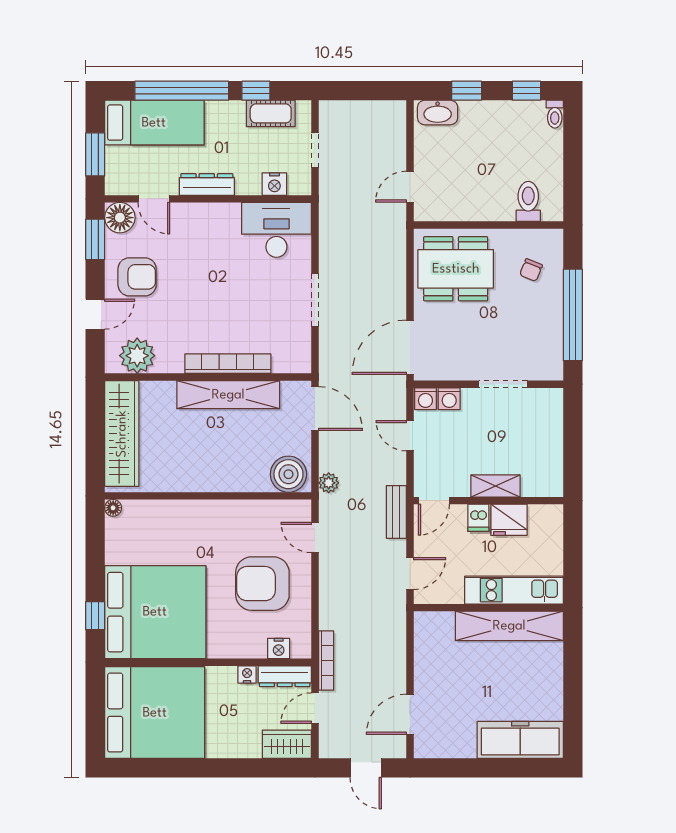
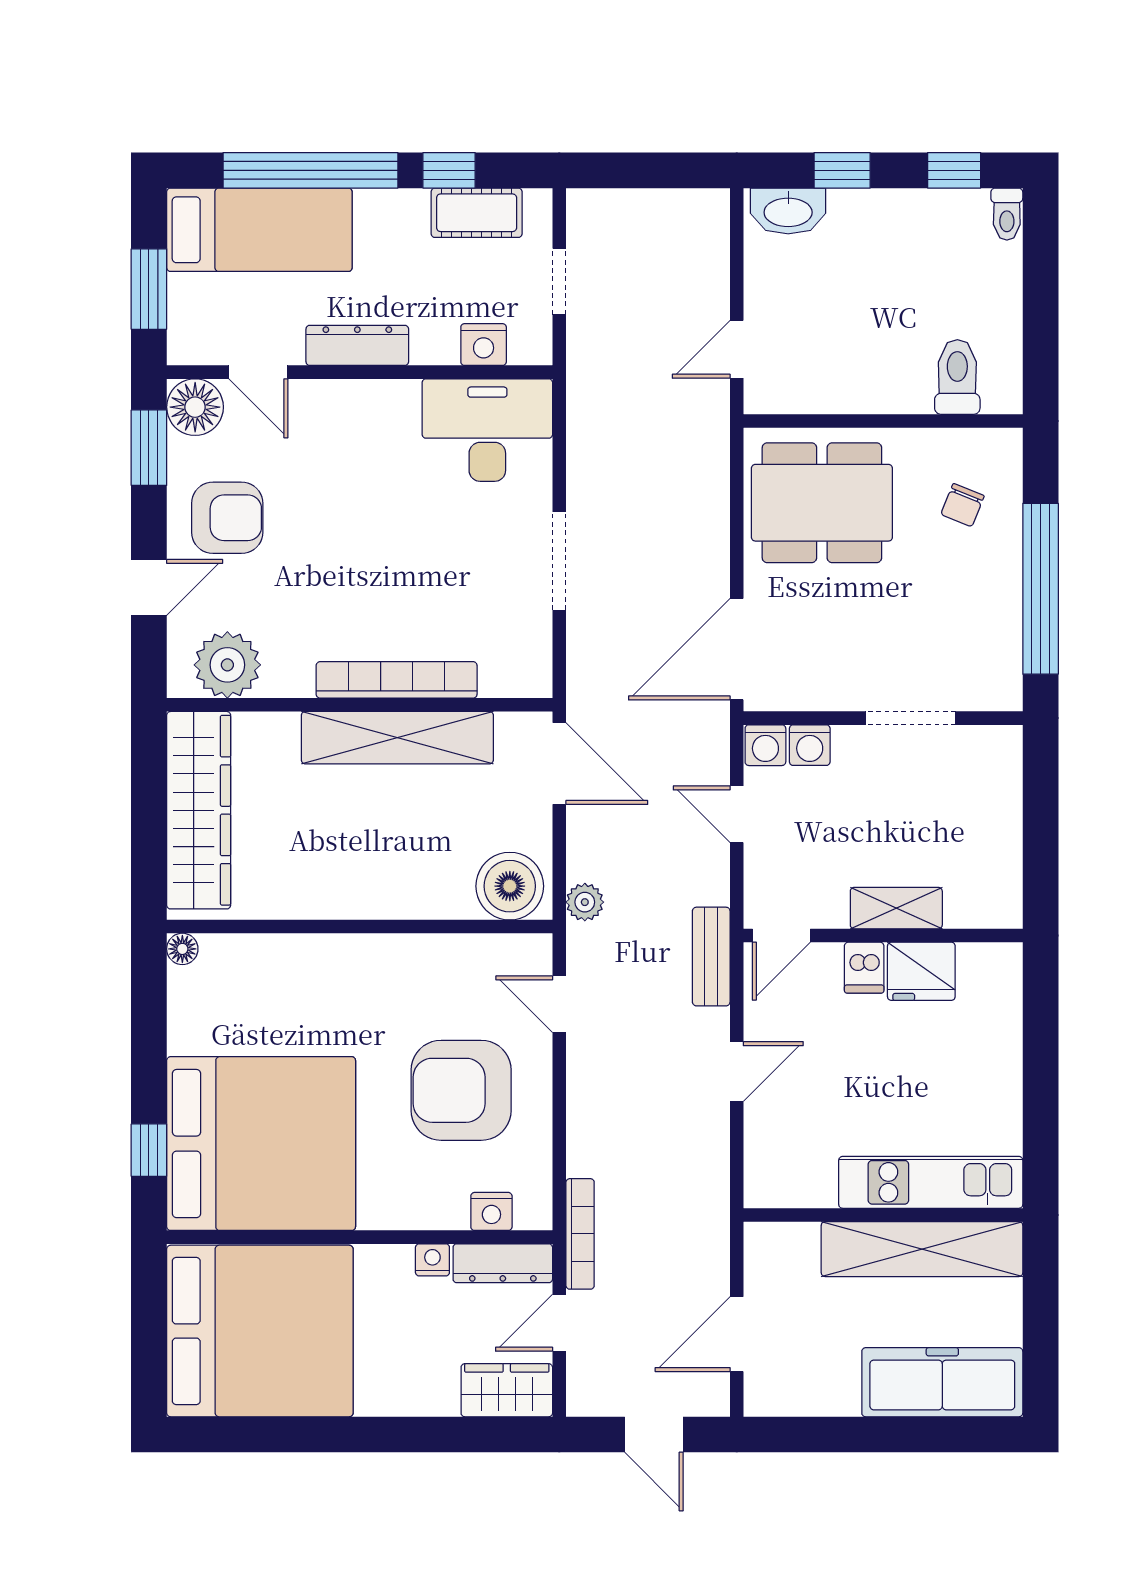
kitchen unit: (514, 590) -> (931, 1182), moved
wall: (488, 608) -> (883, 1215), moved
shelving: (509, 626) -> (922, 1249), moved

